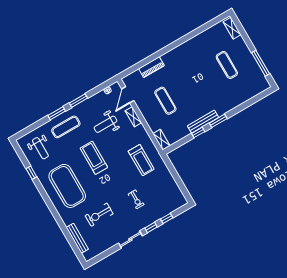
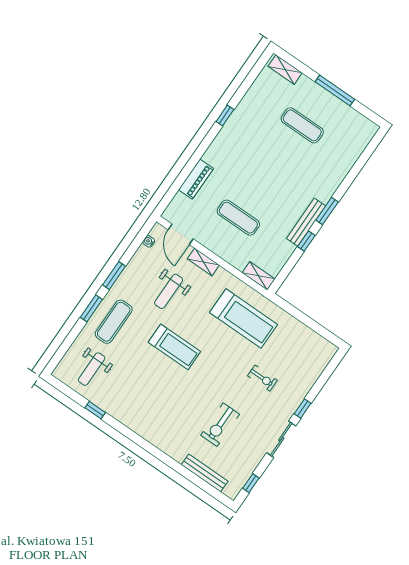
window: (185, 38) -> (225, 116), added
window: (261, 63) -> (335, 90), moved
weight bench: (40, 148) -> (92, 369), turned 90
treadmill: (94, 158) -> (174, 347), turned 180
treadmill: (141, 160) -> (244, 319), width x1.37, depth x1.38
exercise mat: (67, 186) -> (155, 405), removed
window: (167, 218) -> (251, 483), moved

